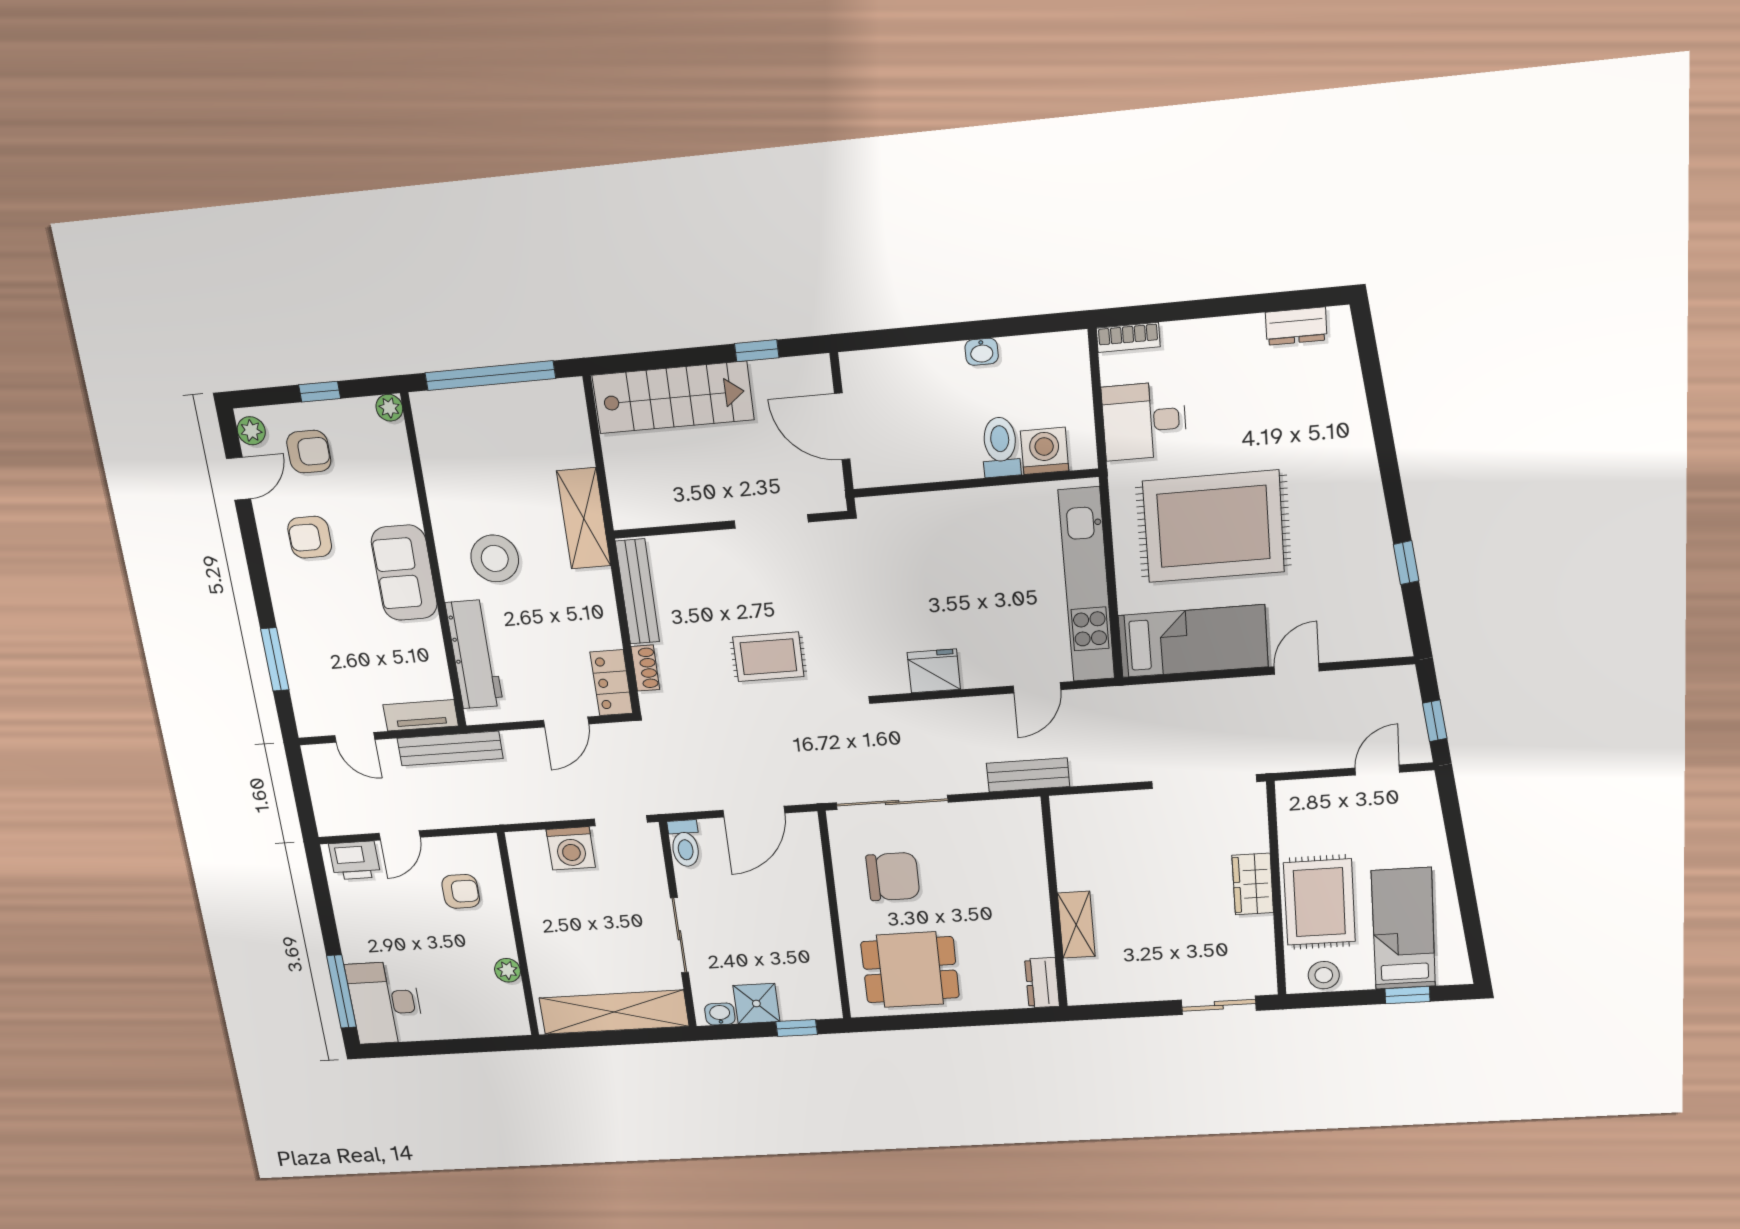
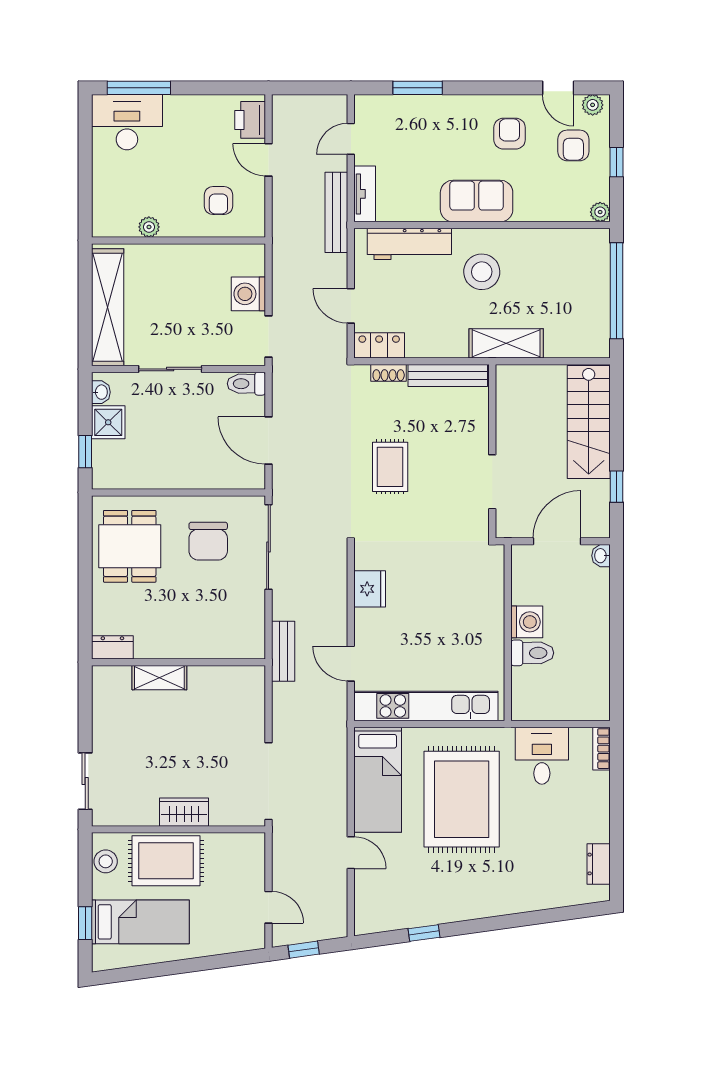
washbasin: (982, 352) -> (601, 556), moved
washing machine: (1045, 451) -> (527, 622), moved

